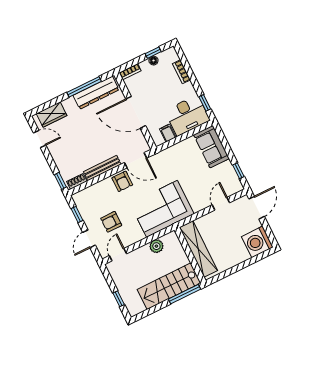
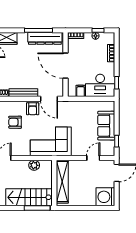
sofa: (211, 147) -> (106, 126), moved
armchair: (111, 222) -> (15, 122), moved

